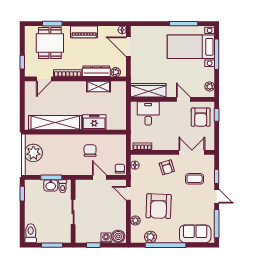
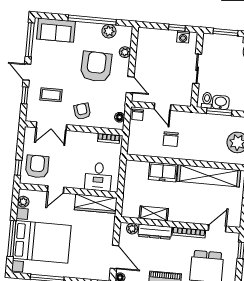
bed with nightstands: (191, 47) -> (42, 242), width x1.36
door: (183, 99) -> (56, 189), hinge flipped
boiler: (118, 236) -> (147, 35), removed
washing machine: (106, 238) -> (183, 37), moved

